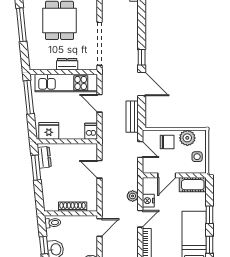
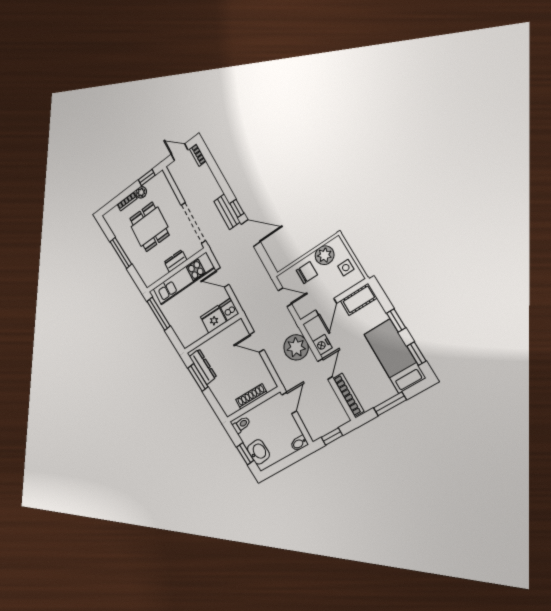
bench: (132, 117) -> (227, 212), moved
fridge: (49, 131) -> (213, 319), moved
dresser: (44, 157) -> (203, 367), width x1.44
plant: (133, 196) -> (296, 347), width x1.88, depth x1.88

